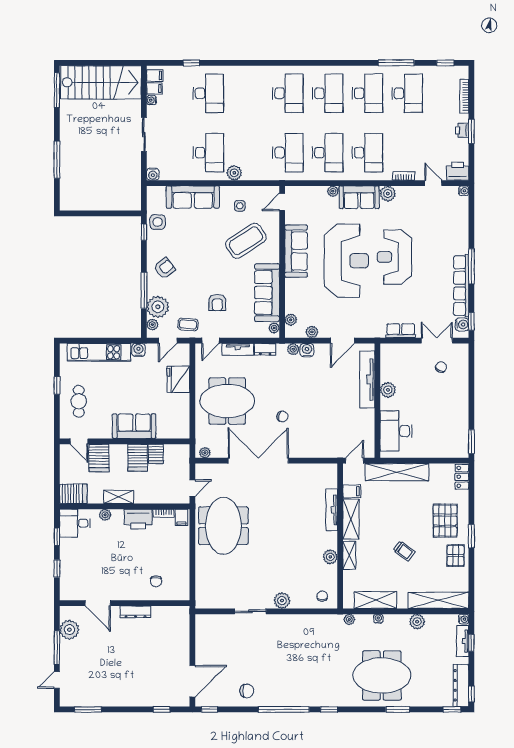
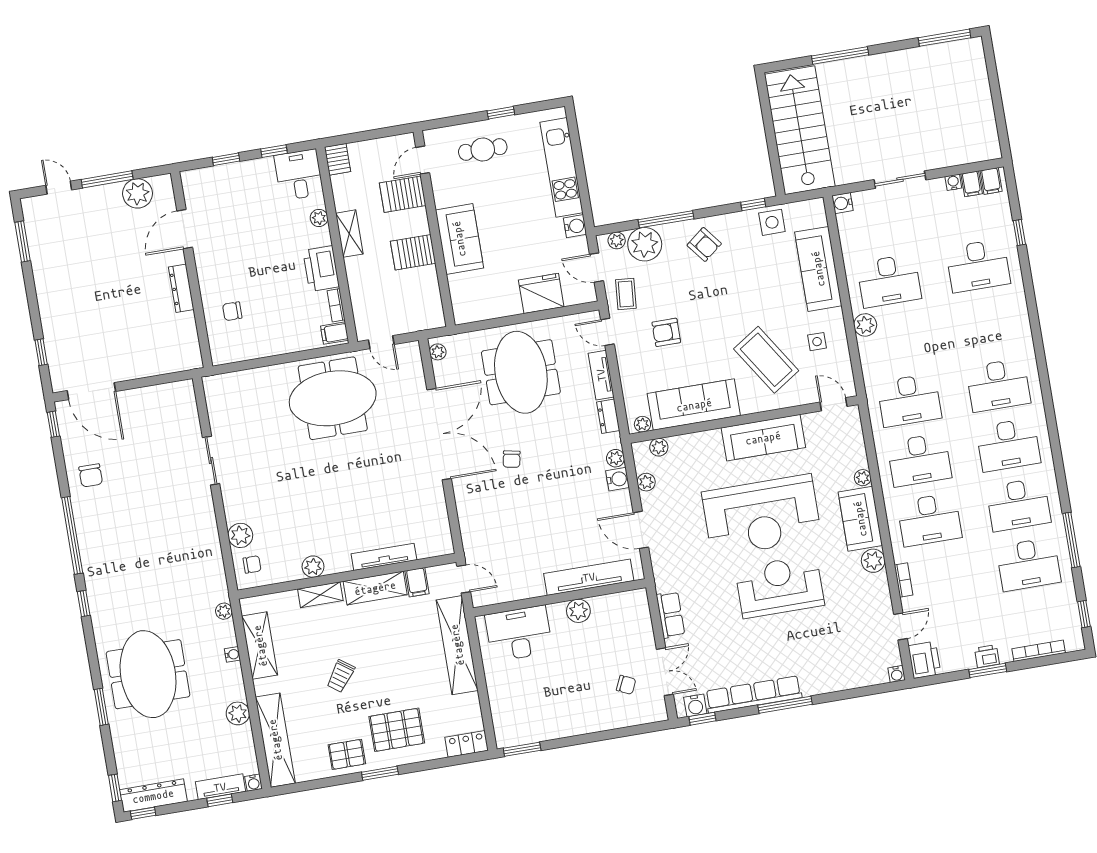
stairs: (101, 82) -> (800, 130), moved, turned 180
server rack: (156, 454) -> (423, 279), removed
server rack: (73, 494) -> (338, 159), width x0.73, depth x0.70
plant: (282, 601) -> (240, 535), moved

